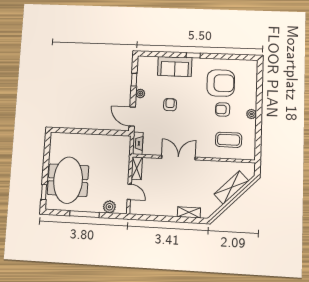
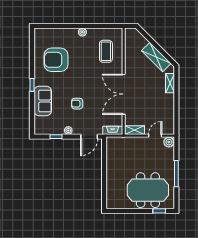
armchair: (221, 83) -> (56, 60), turned -90
armchair: (223, 109) -> (79, 57), removed
double door: (178, 158) -> (124, 94), width x1.36
shelving: (231, 187) -> (156, 57), moved
plant: (109, 207) -> (169, 142), moved

